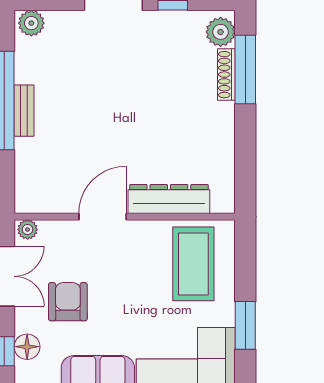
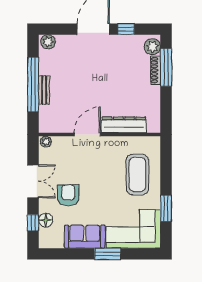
dresser: (169, 199) -> (124, 125), moved
door: (103, 217) -> (87, 135), moved
wall: (125, 217) -> (100, 135), moved
plant: (28, 230) -> (46, 142), moved

